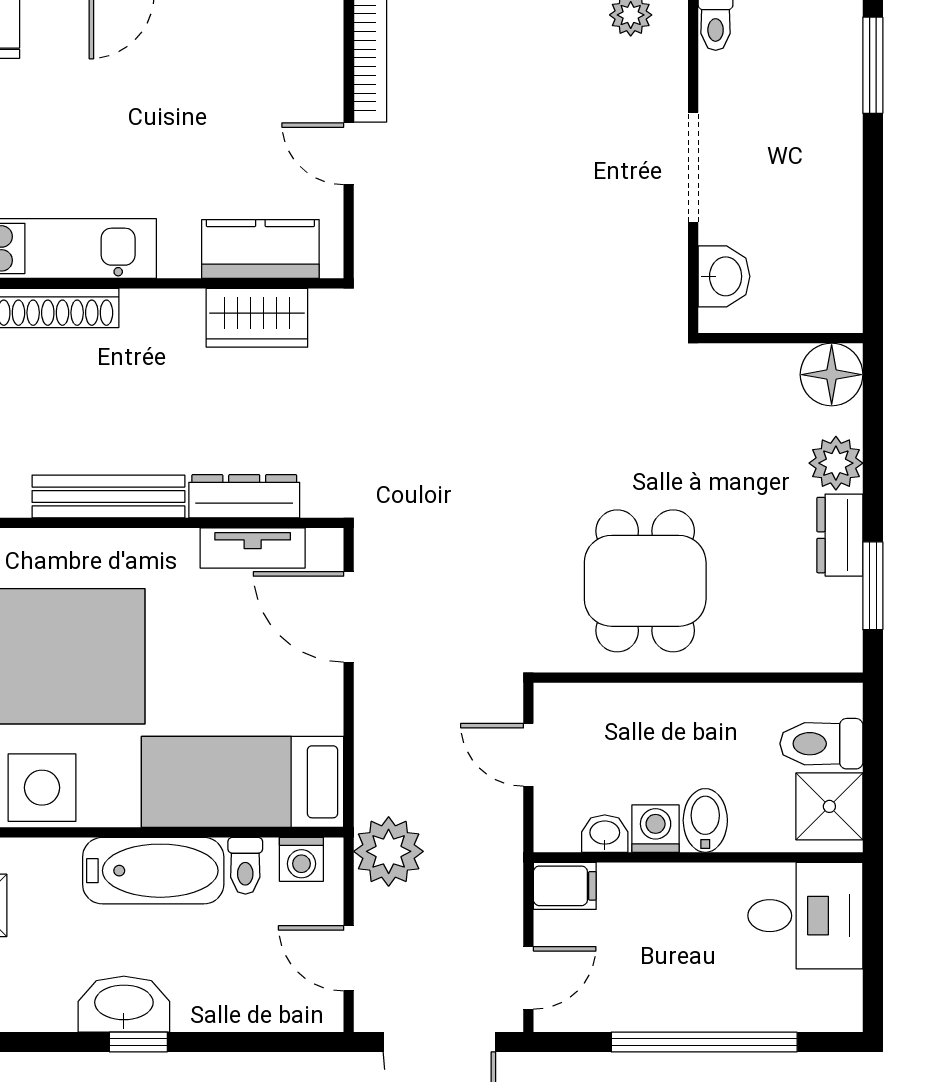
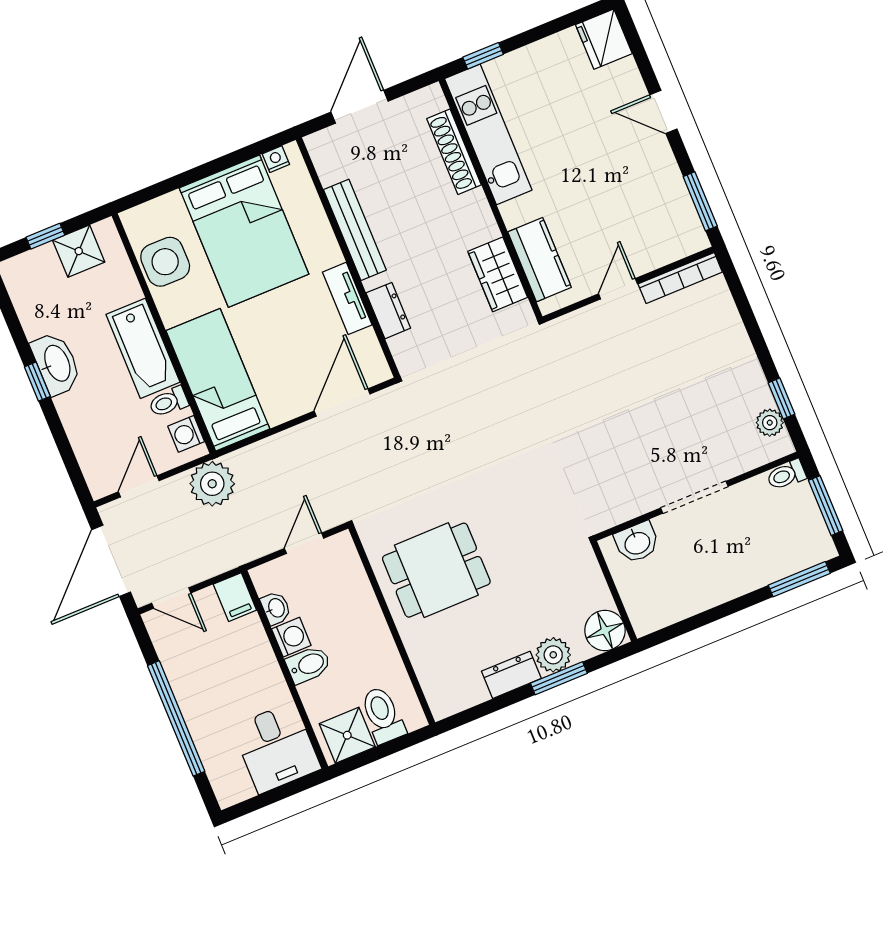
dresser: (244, 496) -> (388, 311), width x0.70
tv unit: (253, 548) -> (347, 298), moved
window: (873, 586) -> (559, 678), moved

